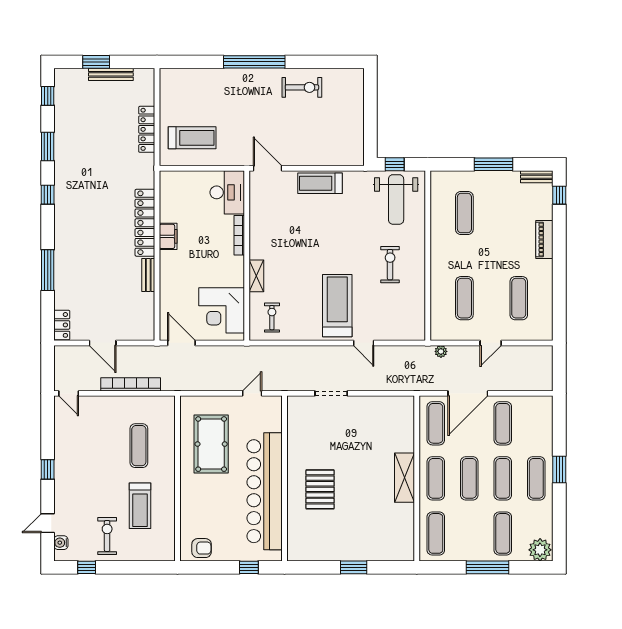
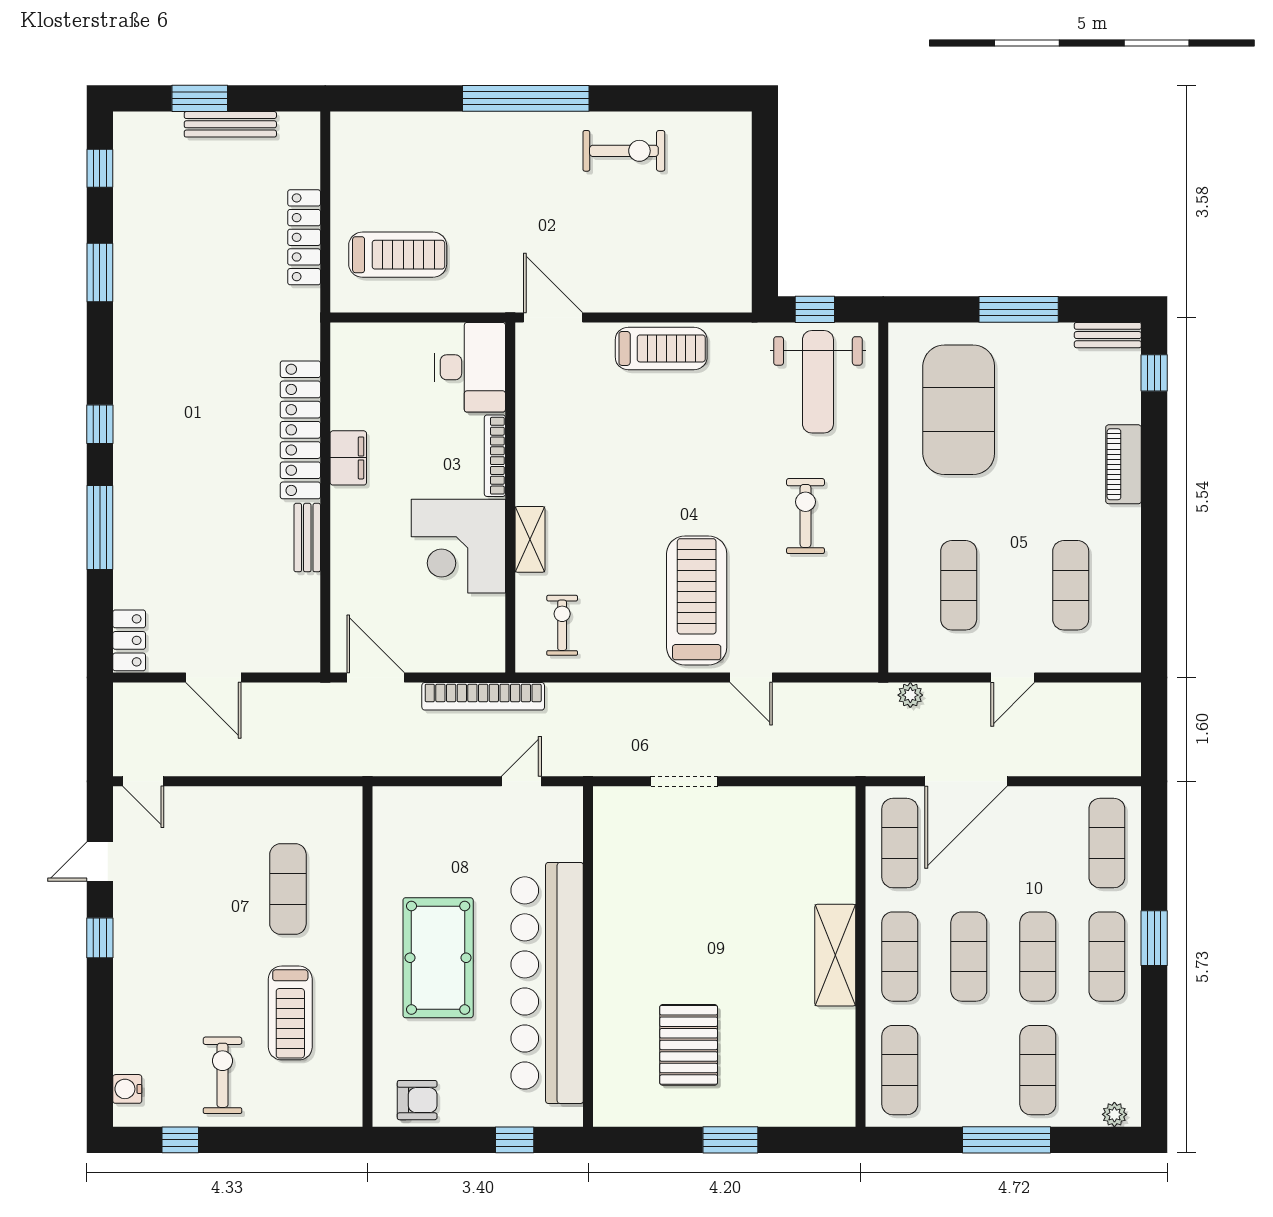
treadmill: (320, 183) -> (661, 348), turned 180
window: (48, 195) -> (100, 424), moved
exercise mat: (464, 213) -> (959, 410), width x2.00, depth x1.45
corner desk: (222, 310) -> (458, 546), moved
bookcase: (131, 384) -> (483, 696), moved, turned 180
exercise mat: (503, 423) -> (1107, 843), moved
pool table: (211, 444) -> (438, 958), moved
pallet: (320, 489) -> (689, 1045), moved
door: (48, 523) -> (100, 862), moved
plant: (540, 550) -> (1114, 1114), width x0.53, depth x0.53

